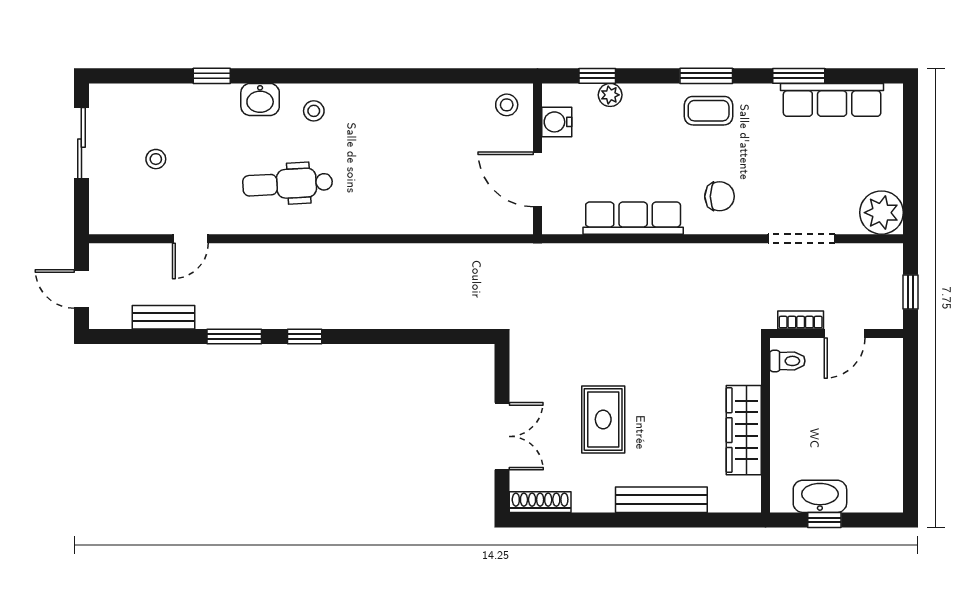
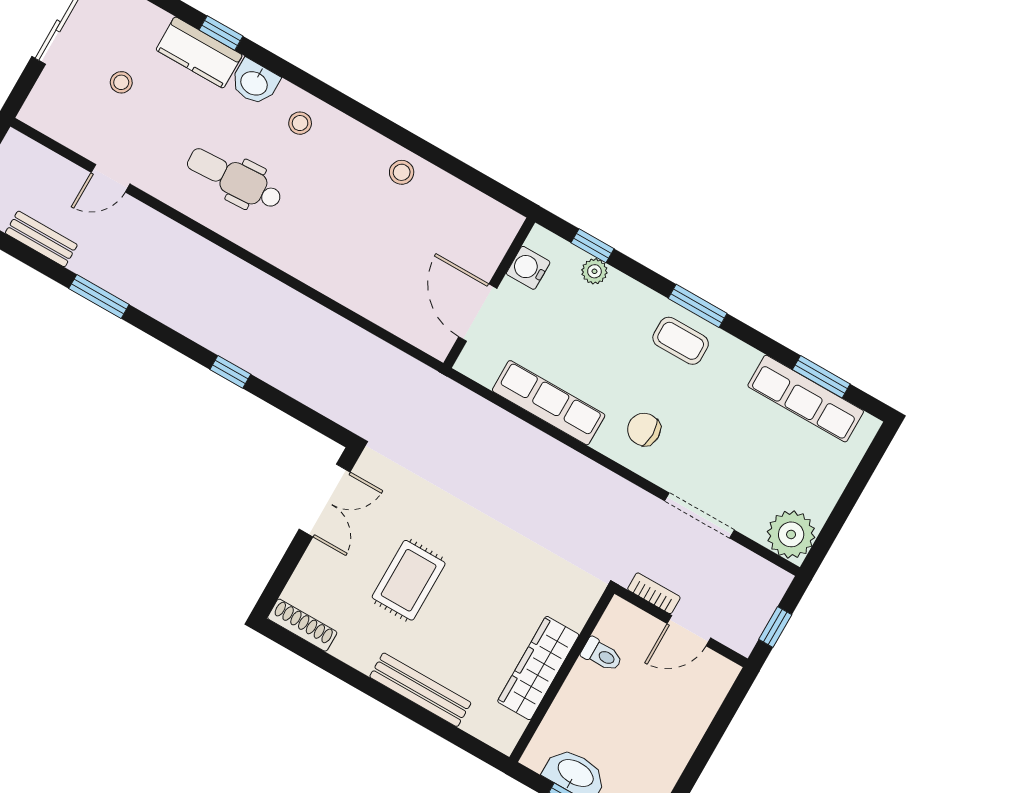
window: (799, 76) -> (821, 377), moved
kitchen counter: (203, 101) -> (199, 52), added
stool: (507, 105) -> (402, 172), moved
chair: (720, 196) -> (644, 429), turned 180
window: (305, 336) -> (230, 372), moved
toilet: (787, 361) -> (602, 655), moved
double door: (502, 436) -> (325, 501), moved

